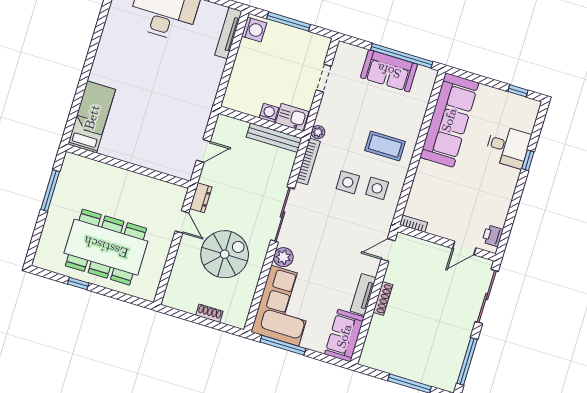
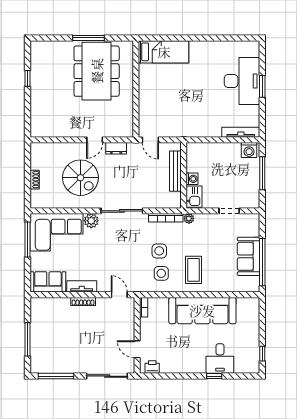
bed: (92, 117) -> (164, 52), moved
sofa: (449, 120) -> (202, 311), moved
bench: (274, 138) -> (175, 171), moved
wall: (128, 166) -> (136, 89), moved
dining table: (106, 247) -> (97, 71), moved

